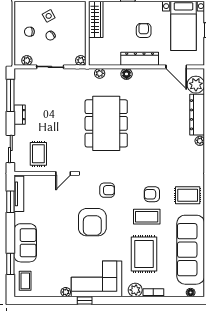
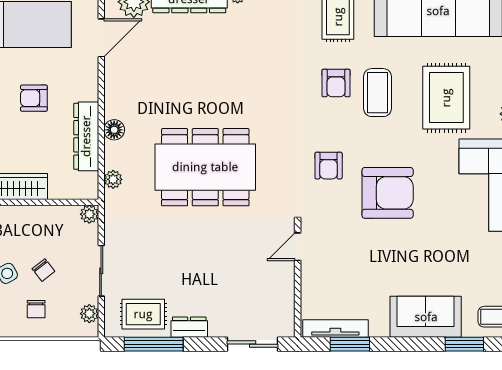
dresser: (140, 59) -> (86, 136), moved
rug: (38, 154) -> (143, 314), moved
door: (63, 173) -> (298, 247), swing flipped
armchair: (107, 190) -> (329, 166), turned 180
rug: (144, 254) -> (446, 98), turned 90

